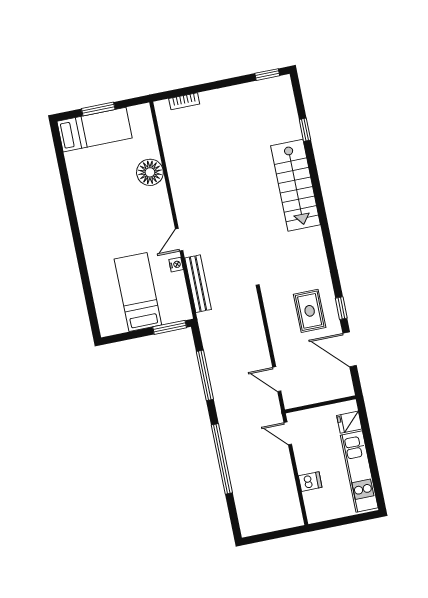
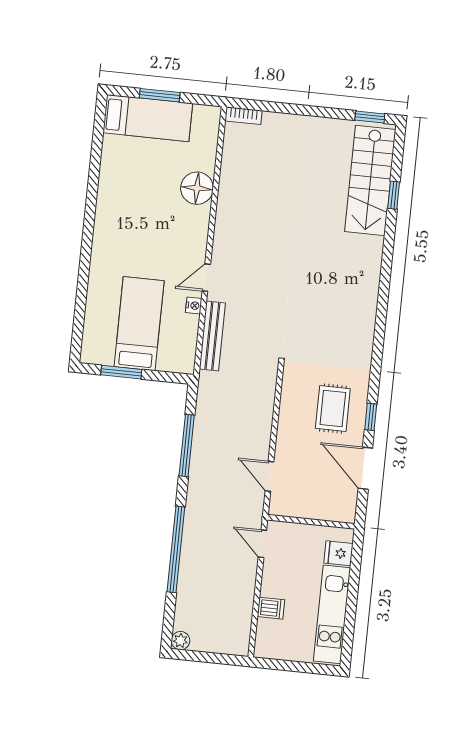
bookcase: (184, 101) -> (243, 116), moved
stairs: (296, 185) -> (370, 181), moved
window: (170, 327) -> (121, 372), moved
plant: (248, 529) -> (180, 641), added

